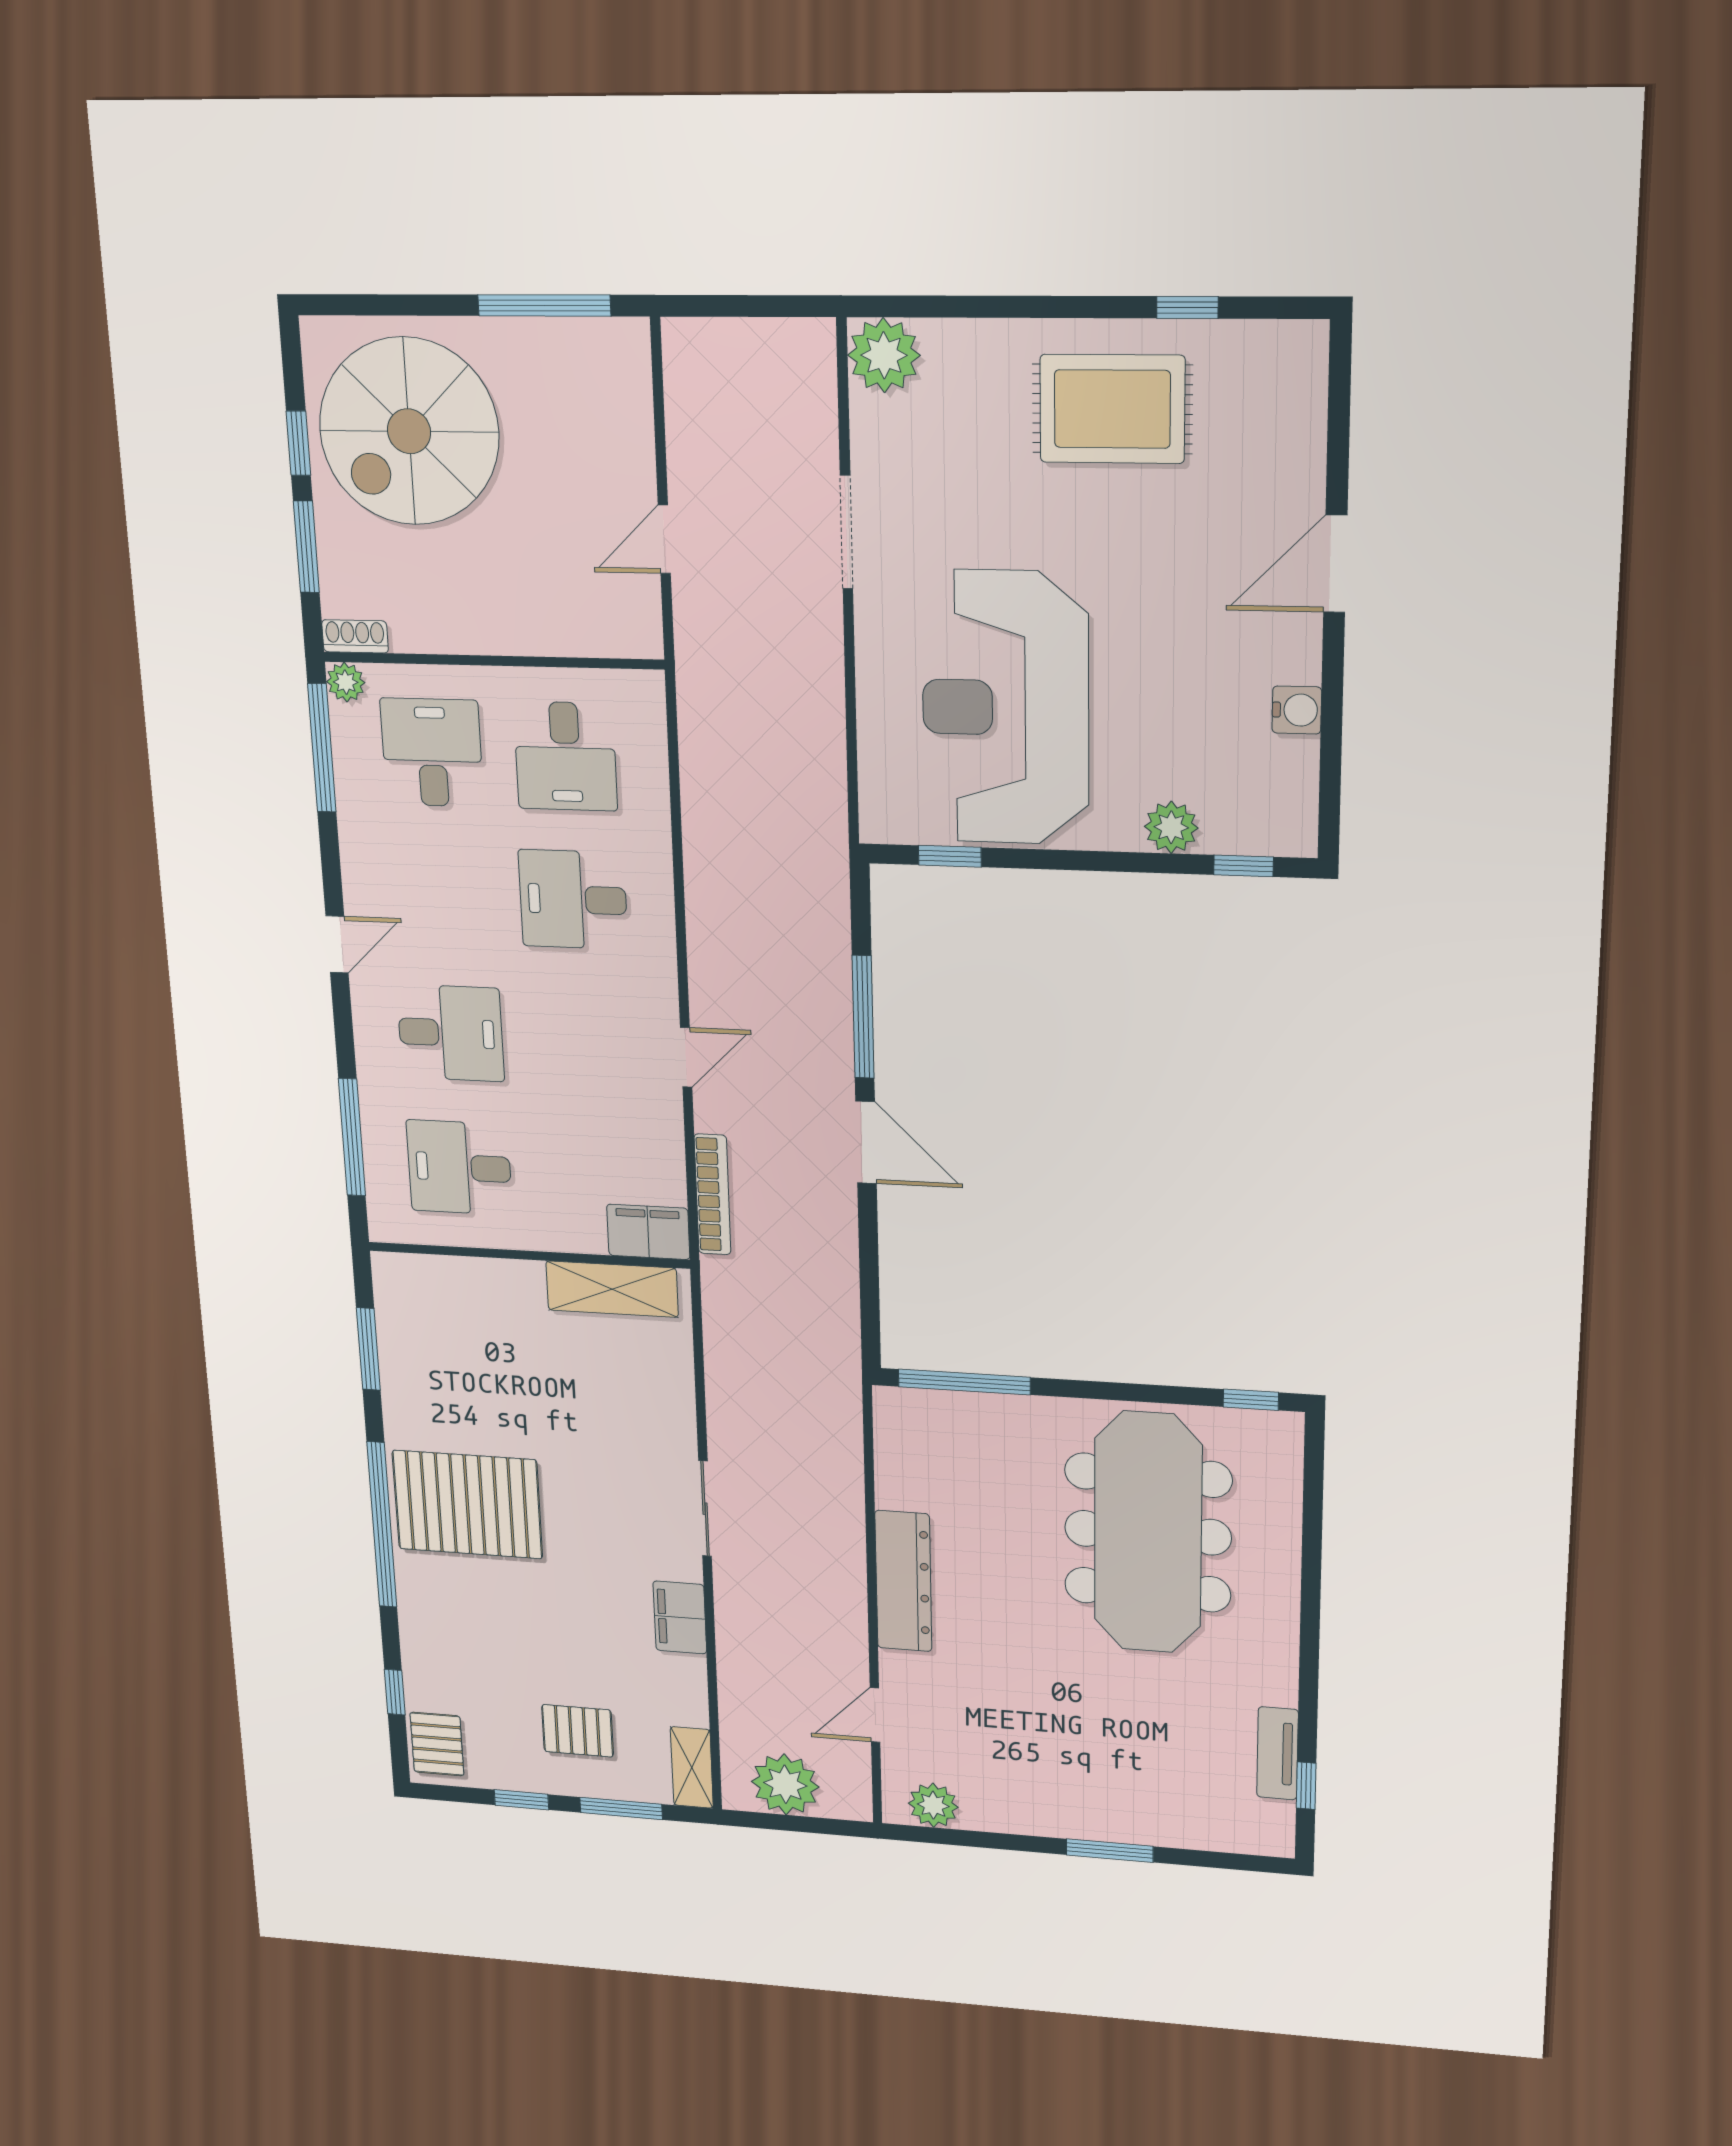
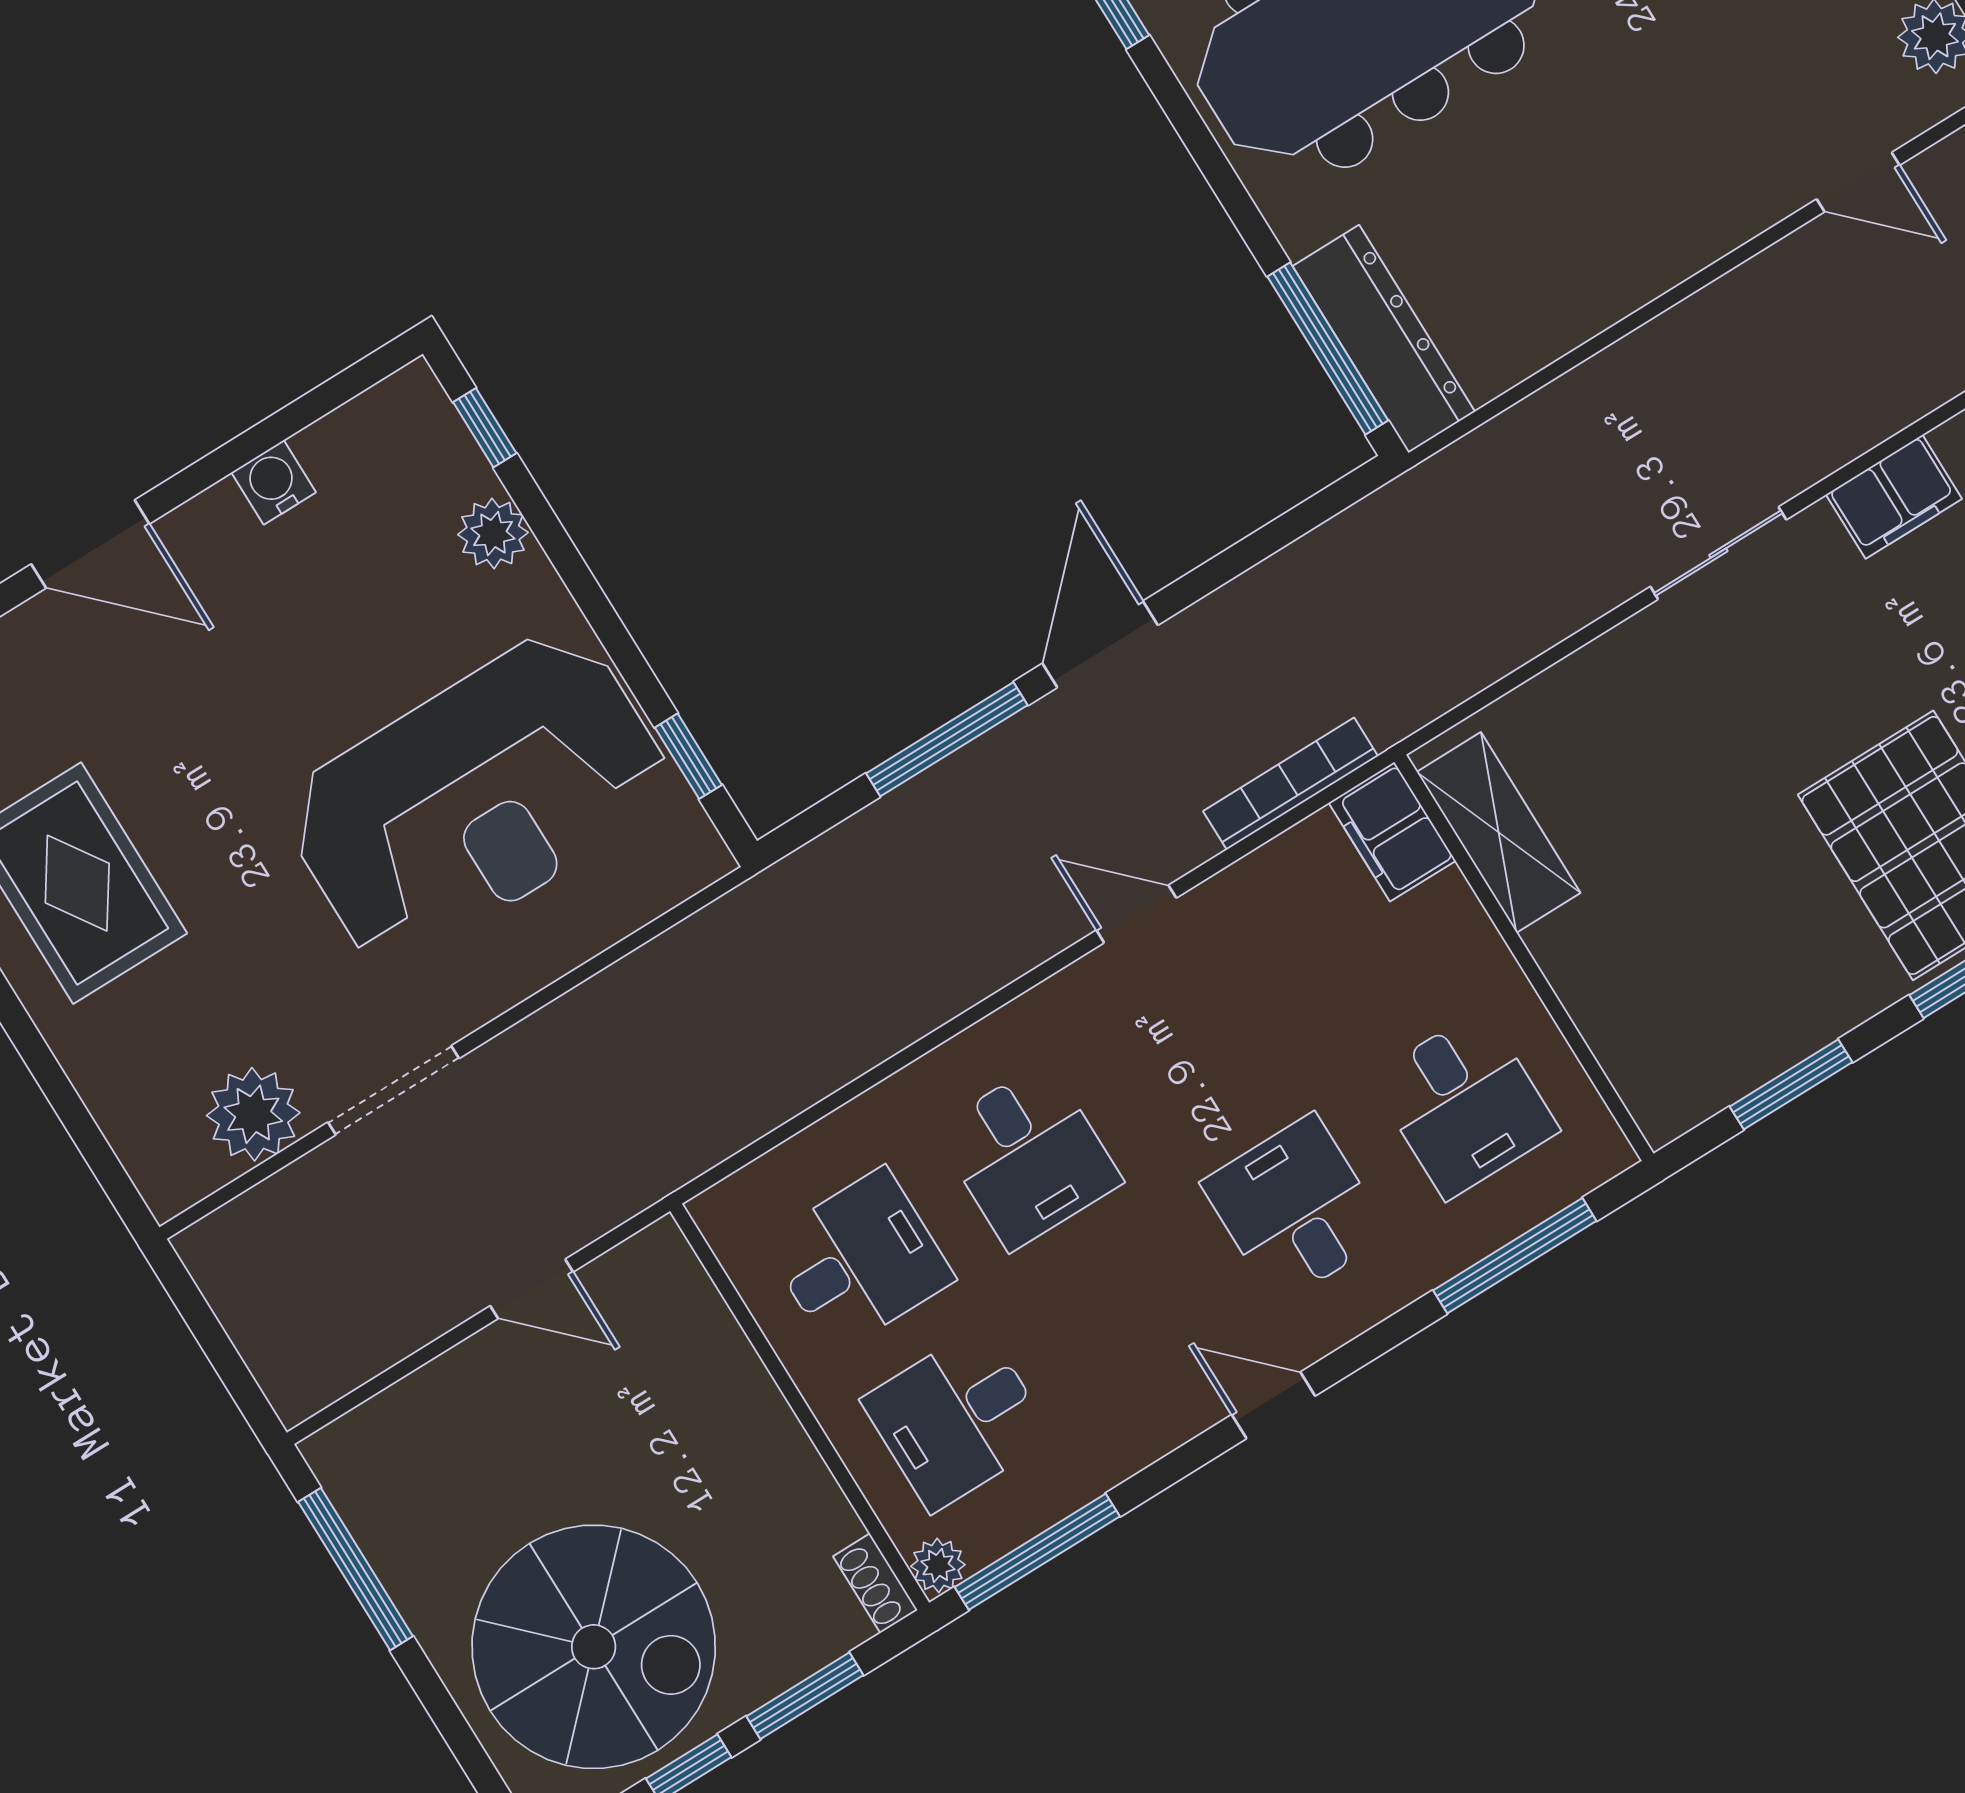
plant: (884, 355) -> (253, 1114), moved
dresser: (903, 1581) -> (1384, 339), moved, turned 90

